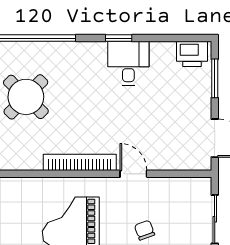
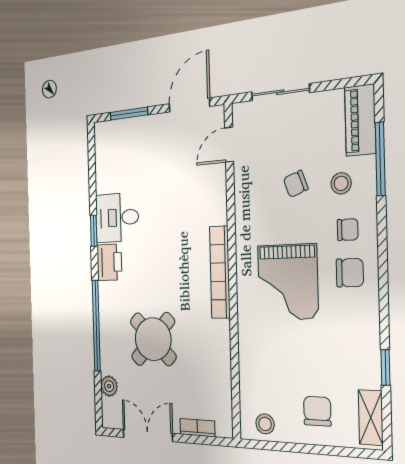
printer: (192, 54) -> (109, 262), moved
door: (133, 174) -> (229, 145), moved

